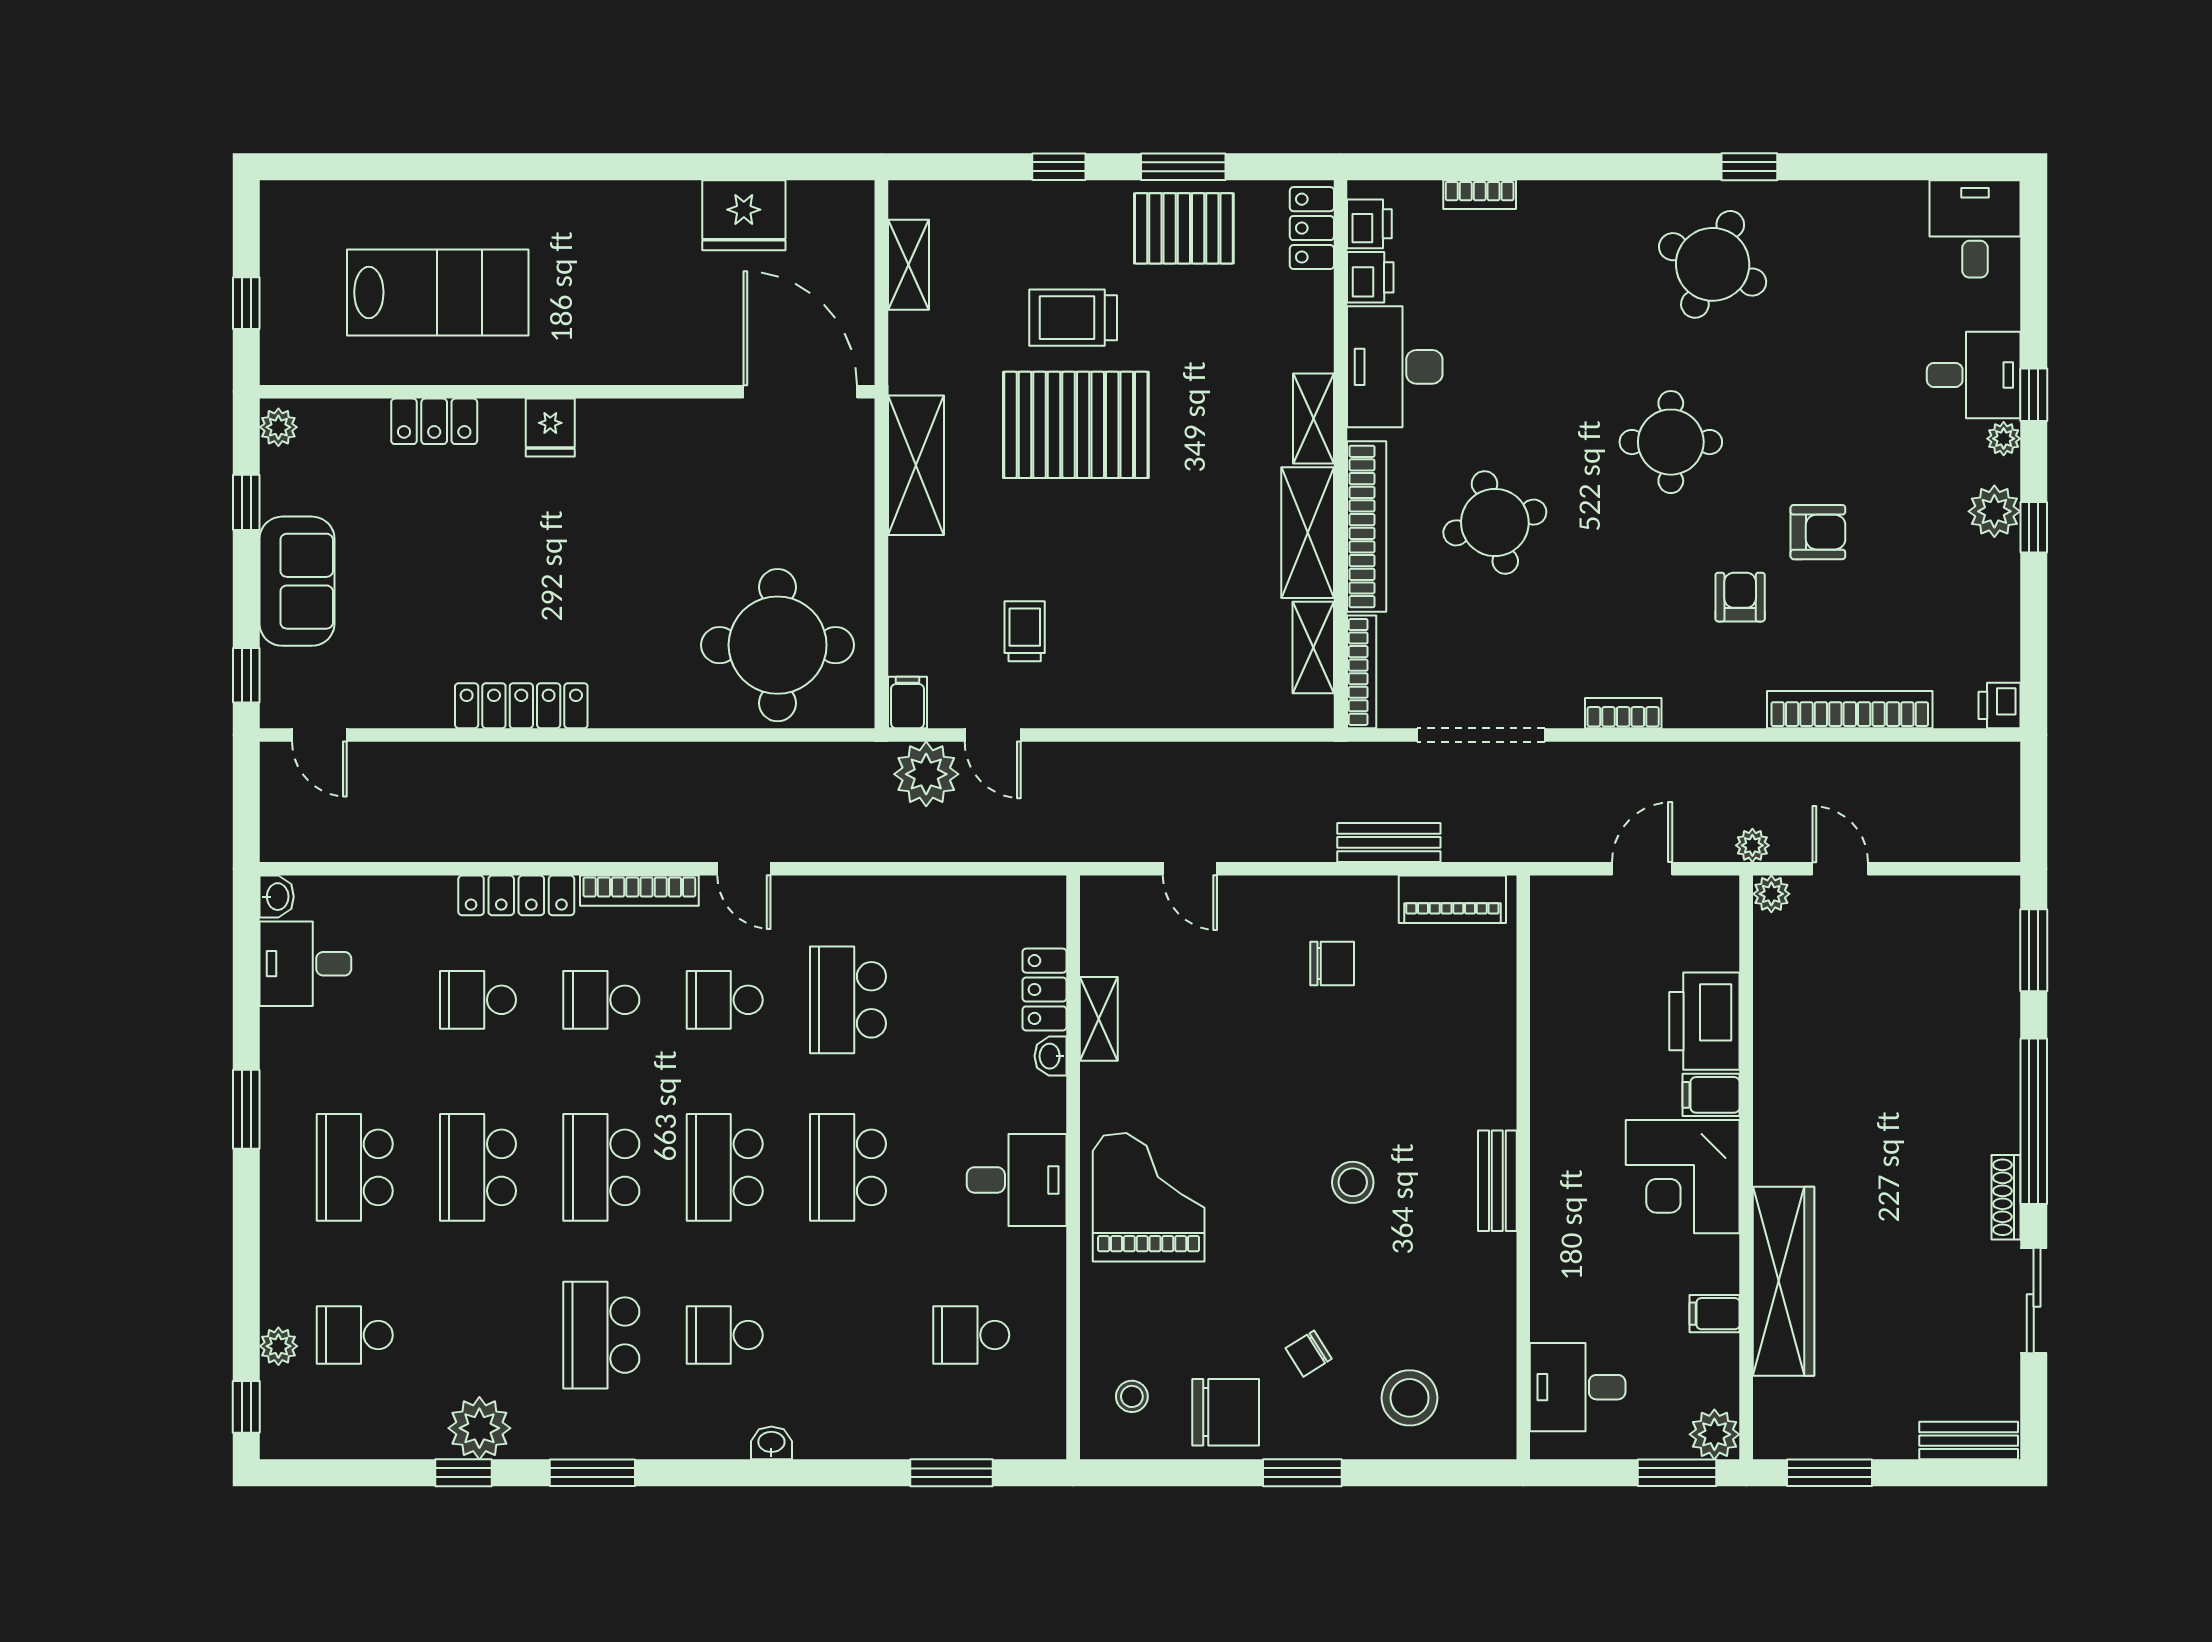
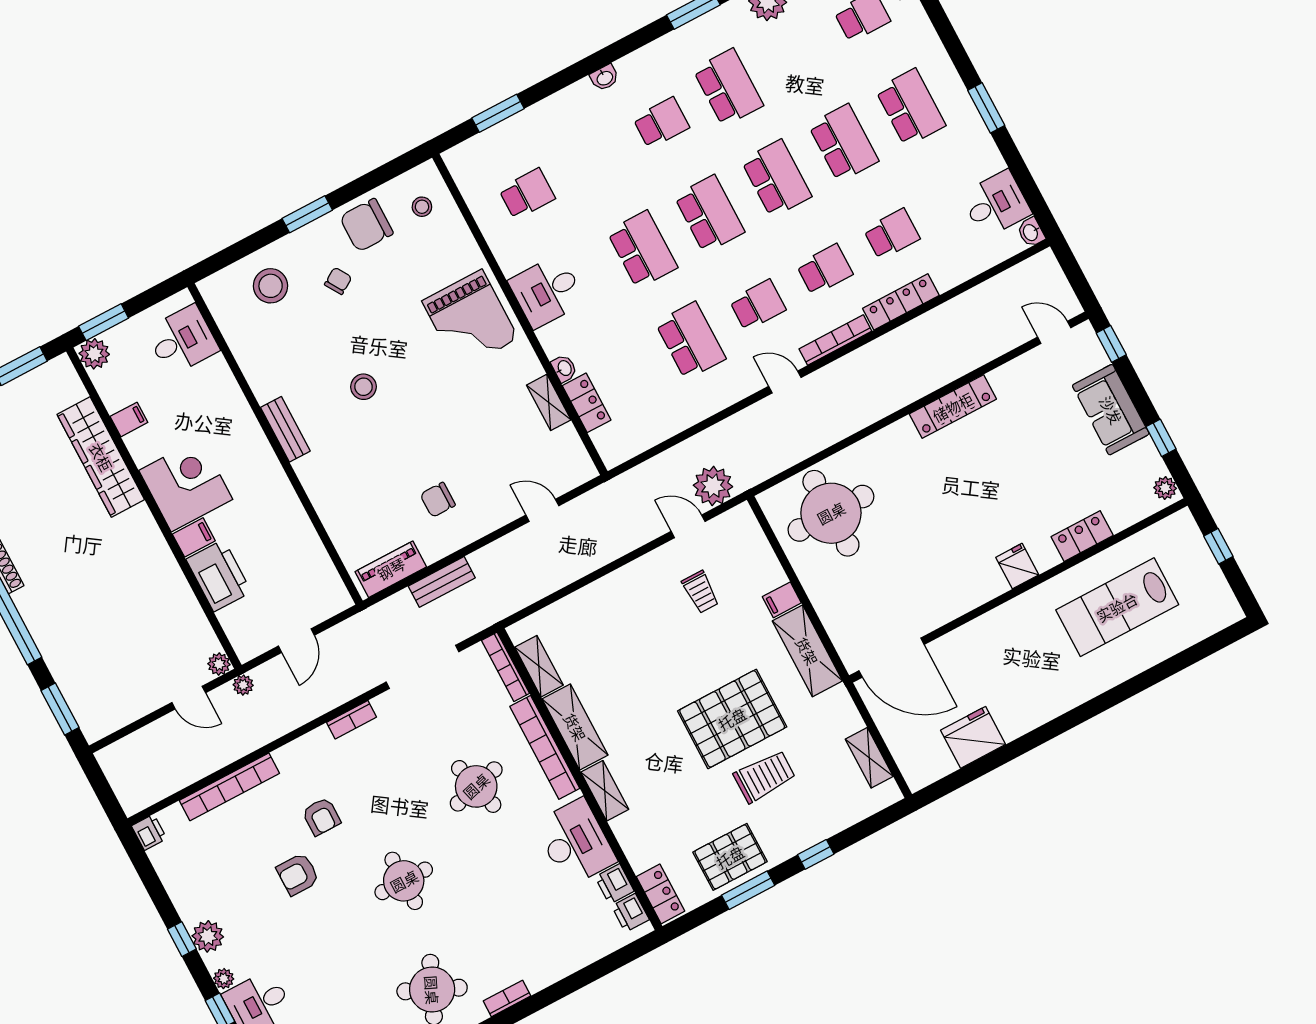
bookcase: (1480, 195) -> (507, 998), moved
filing cabinet: (907, 702) -> (782, 600), moved, turned 90

